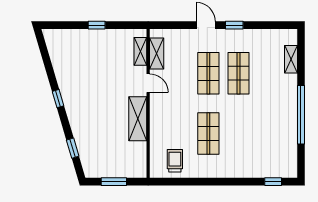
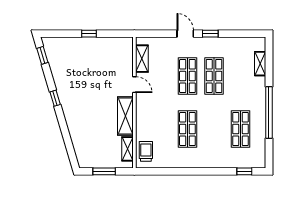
shelving: (140, 51) -> (128, 149), moved
shop shelf: (269, 133) -> (241, 129), added
window: (73, 148) -> (42, 55), moved
trolley: (175, 161) -> (146, 151), moved

